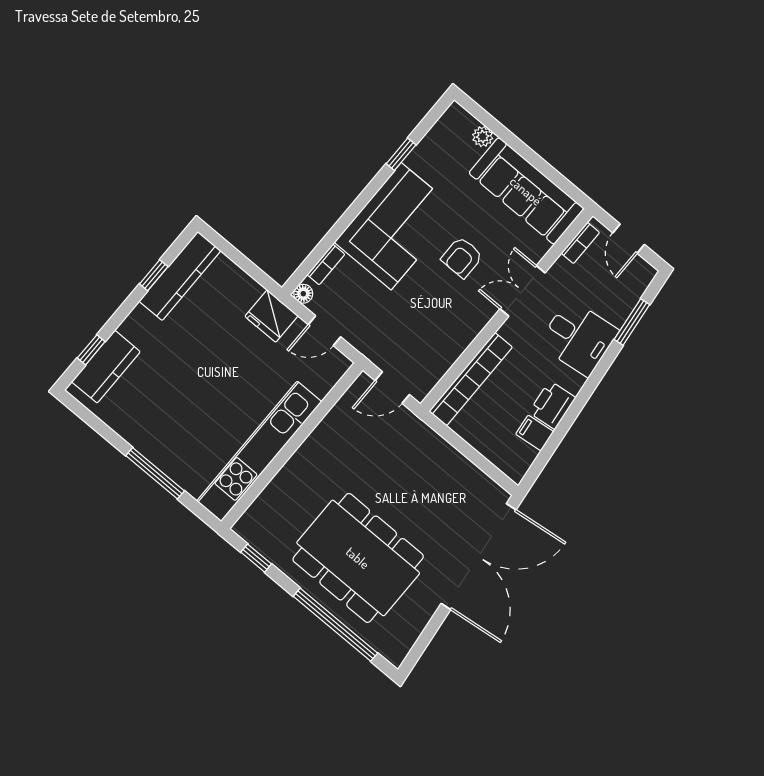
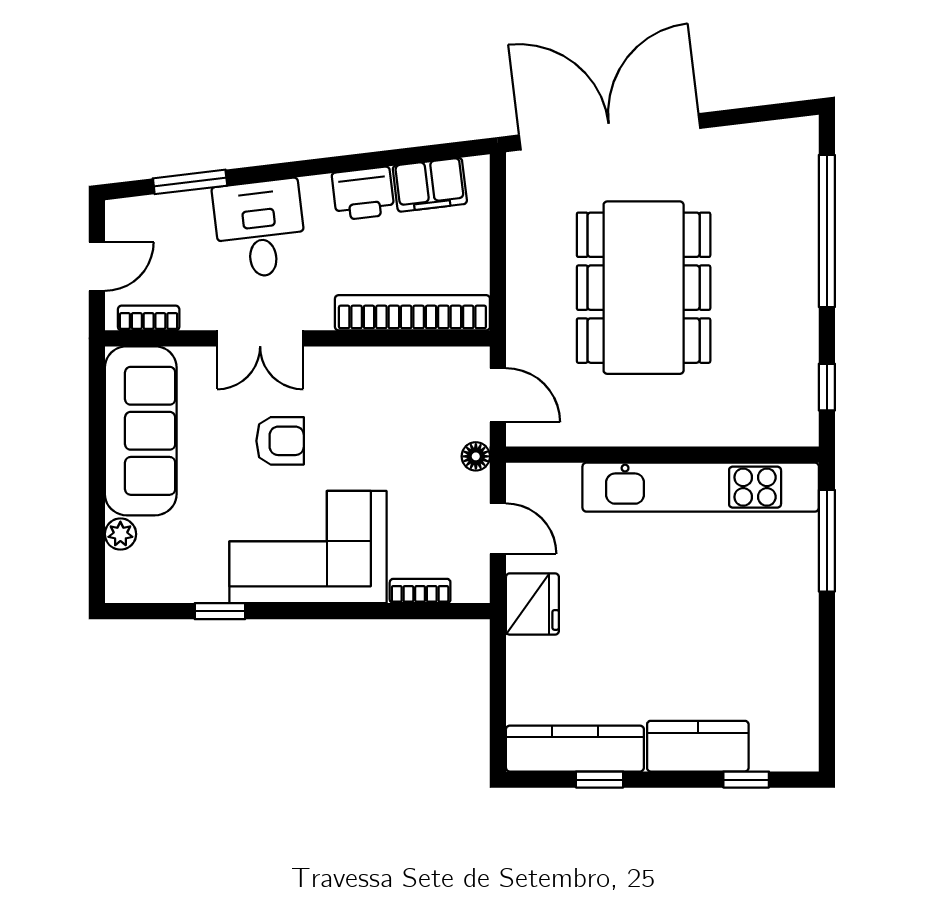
floor lamp: (303, 294) -> (476, 456), moved
kitchen counter: (106, 367) -> (698, 746), moved
filing cabinet: (535, 433) -> (430, 185), width x2.00
window: (155, 473) -> (827, 541), moved
dining table: (358, 558) -> (644, 288), moved

